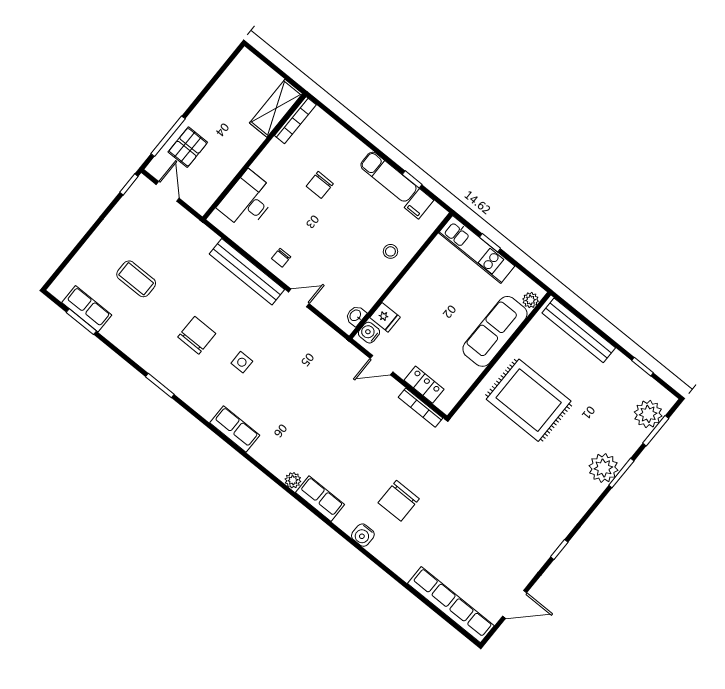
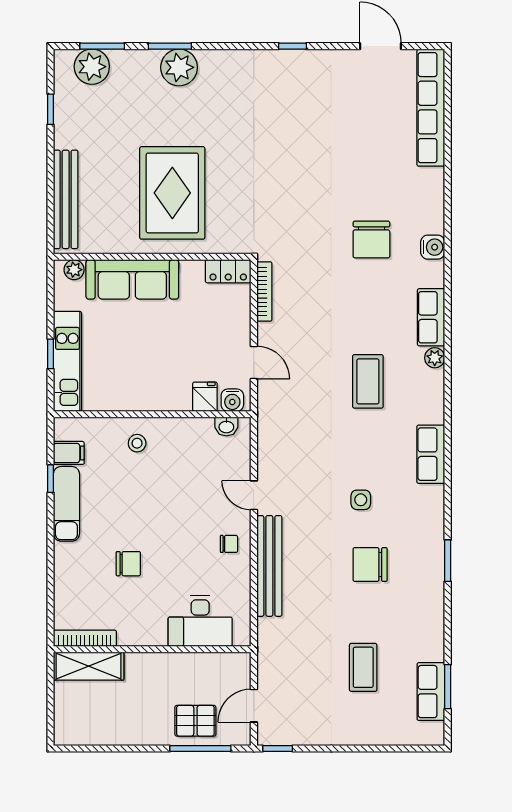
locker: (424, 385) -> (228, 271), moved, turned -90
coffee table: (312, 427) -> (368, 381), added
chair: (399, 501) -> (371, 239), turned 90

